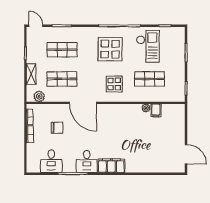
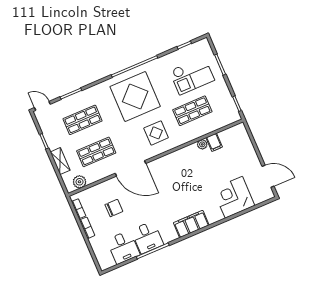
checkout: (148, 46) -> (192, 76), moved, turned 90
display table: (110, 49) -> (135, 96), width x1.36, depth x1.36
corner desk: (153, 159) -> (234, 197), added
desk: (87, 161) -> (147, 237), moved

